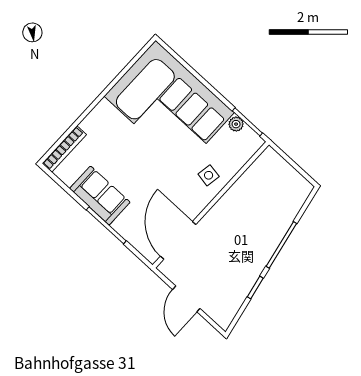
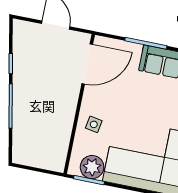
plant: (236, 124) -> (92, 167), width x1.88, depth x1.88
door: (178, 240) -> (87, 64), hinge flipped

